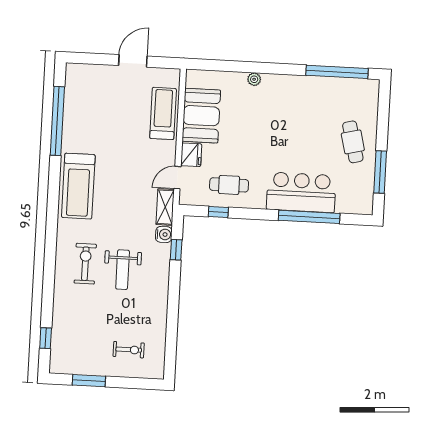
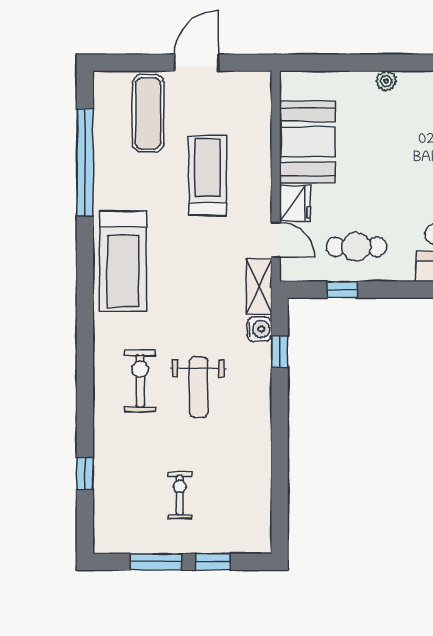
exercise mat: (100, 92) -> (148, 113), added
treadmill: (163, 113) -> (208, 176), moved
door: (177, 178) -> (276, 240), swing flipped
window: (46, 338) -> (85, 474), moved
exercise bike: (129, 350) -> (180, 495), moved, turned -90
window: (126, 383) -> (213, 562), added

